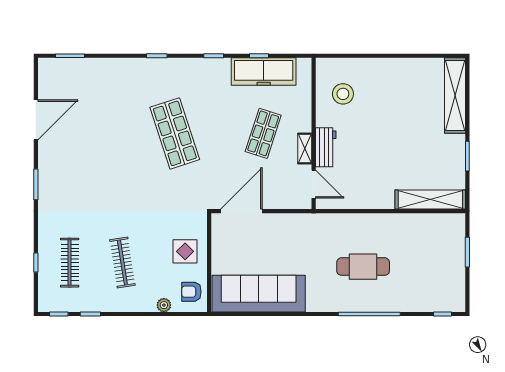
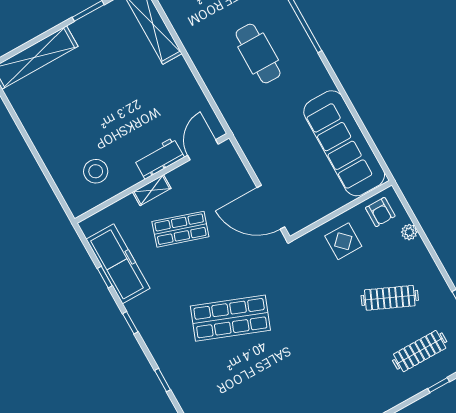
shop shelf: (175, 133) -> (230, 318), turned 39
shelving: (305, 148) -> (152, 190), moved
clothes rail: (122, 263) -> (390, 298), turned 33

